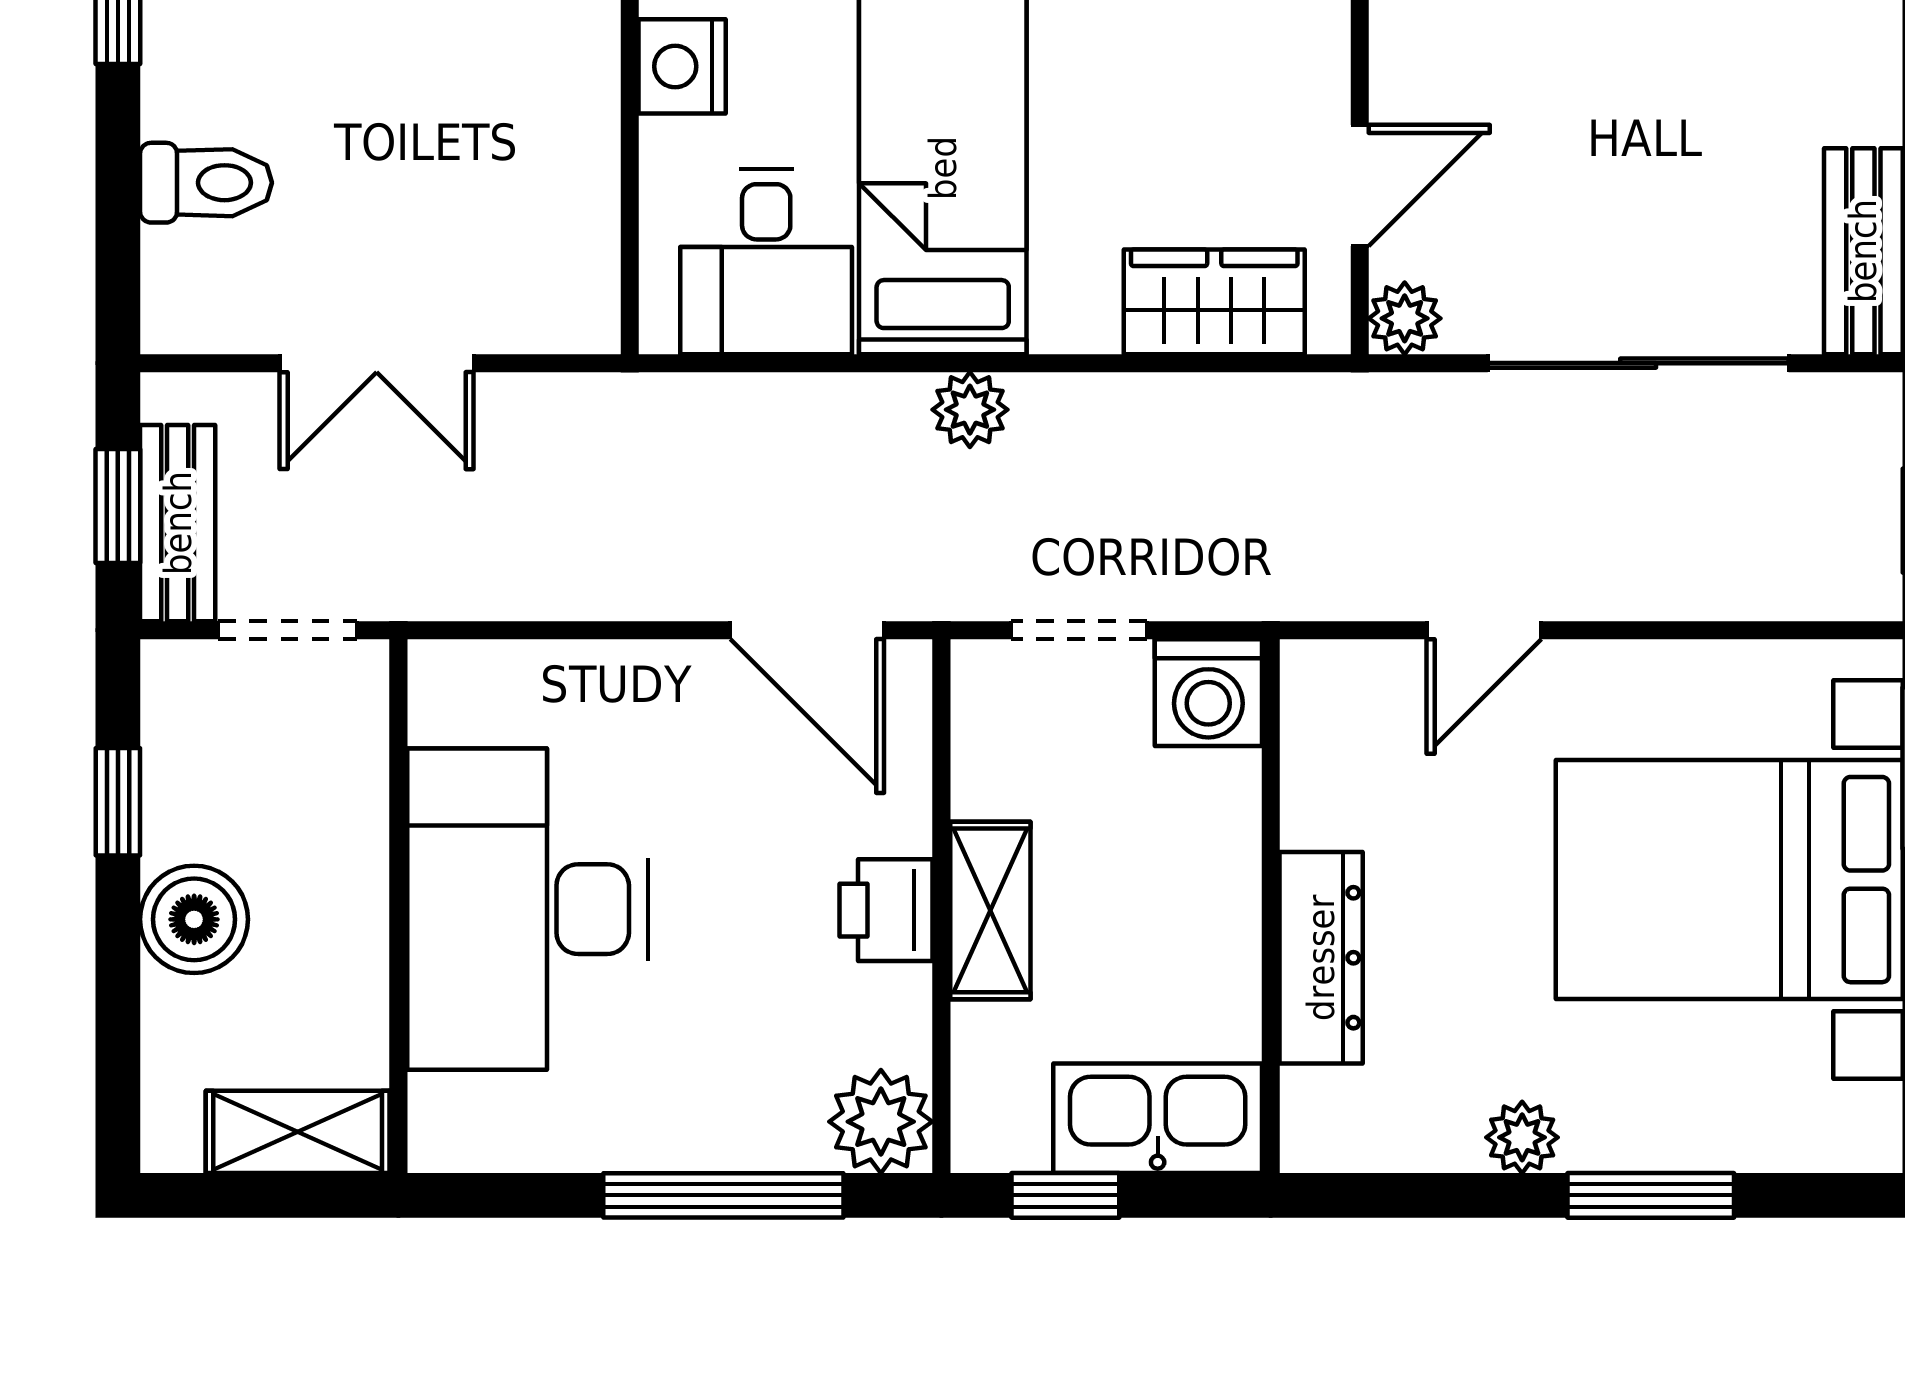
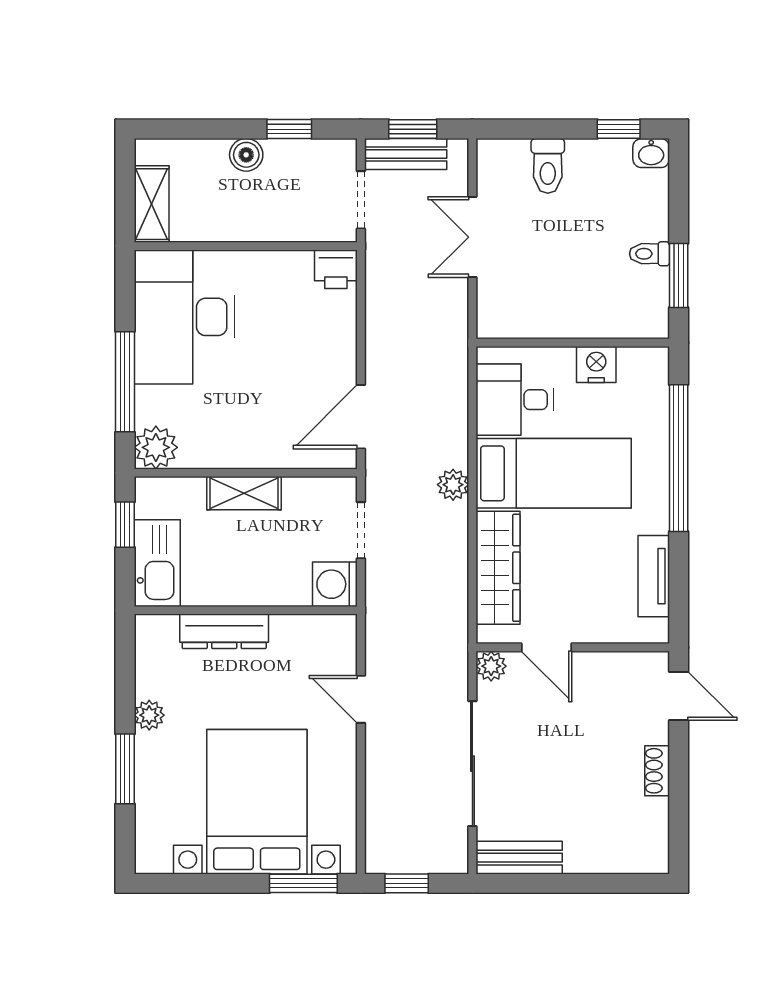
wardrobe: (1214, 302) -> (498, 568), width x1.50
desk: (528, 909) -> (185, 317), moved, turned -90
printer: (886, 910) -> (336, 269), moved, turned 180
boiler: (194, 919) -> (246, 155), width x0.73, depth x0.73

